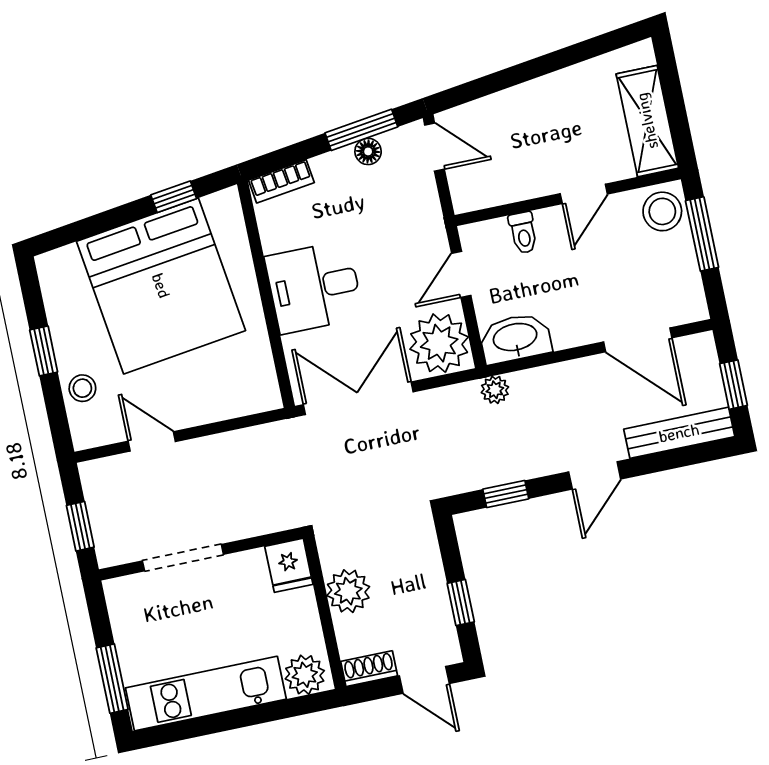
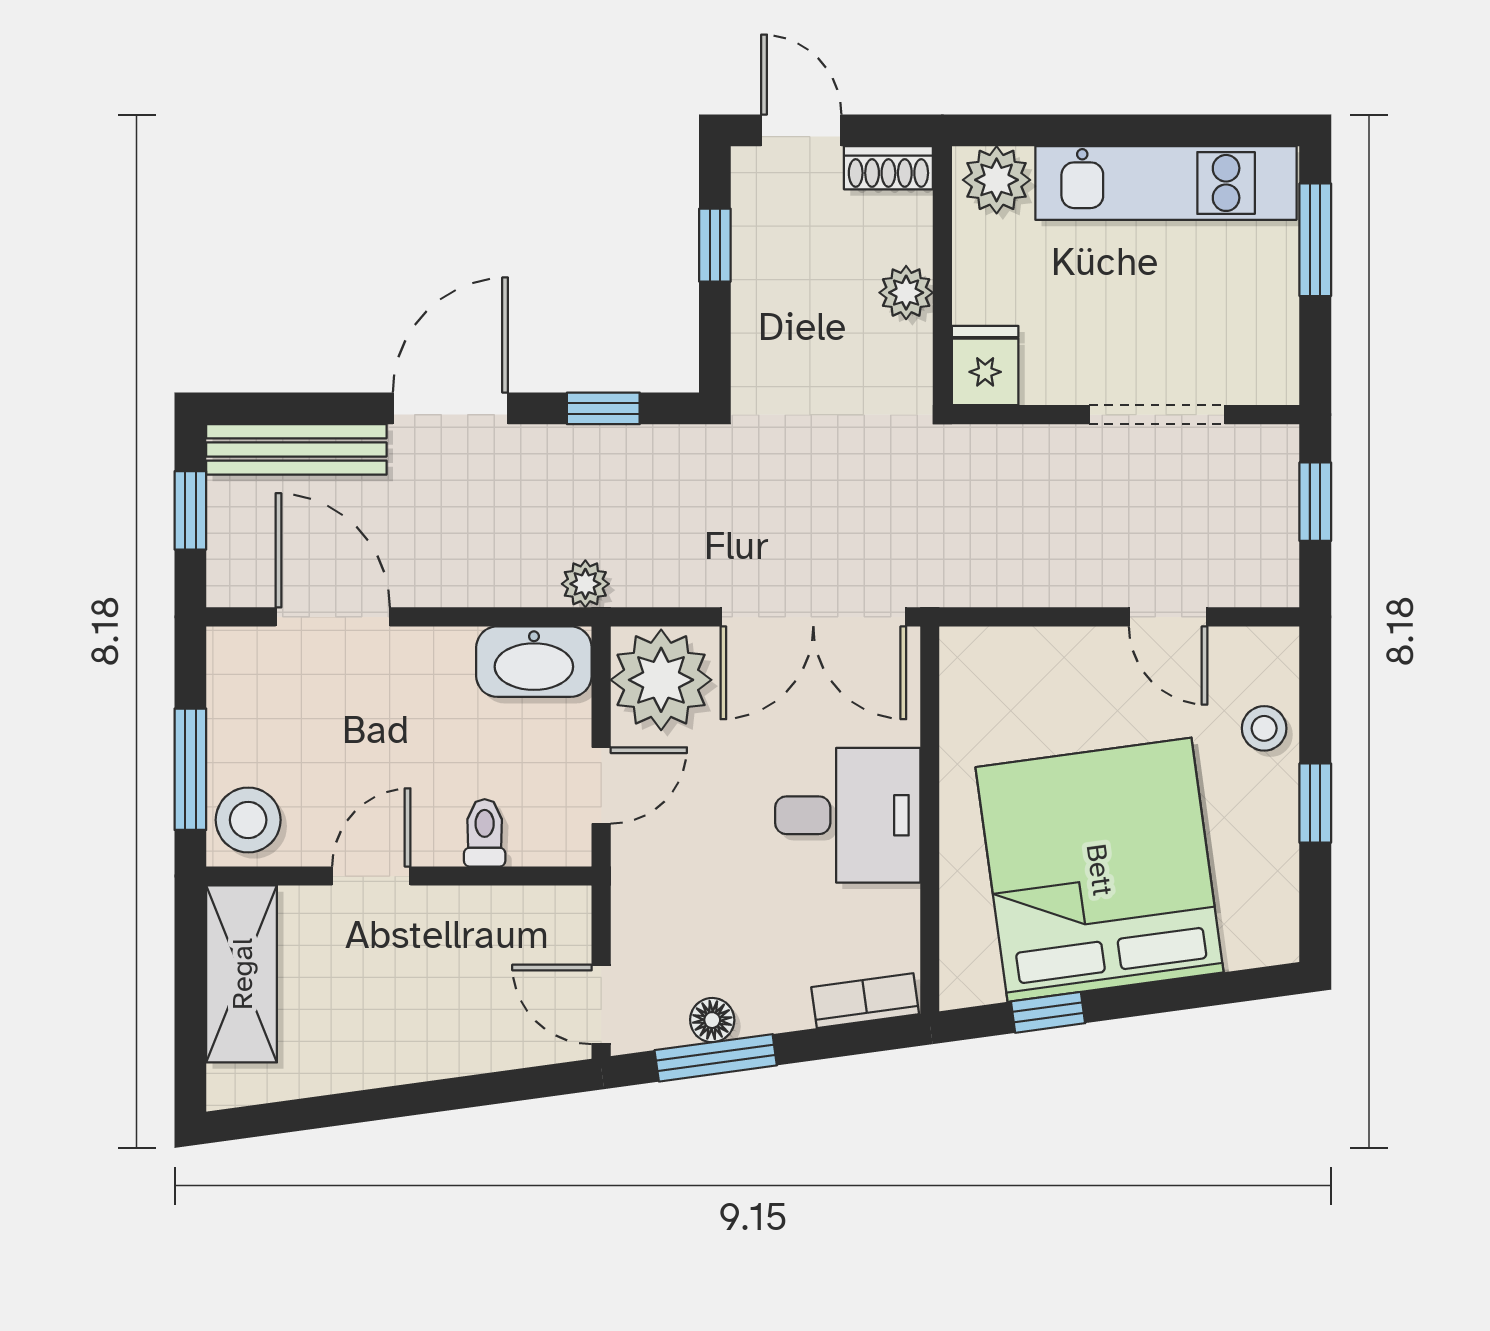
door: (595, 475) -> (450, 408), width x1.38
plant: (348, 591) -> (906, 293), width x0.73, depth x0.73

